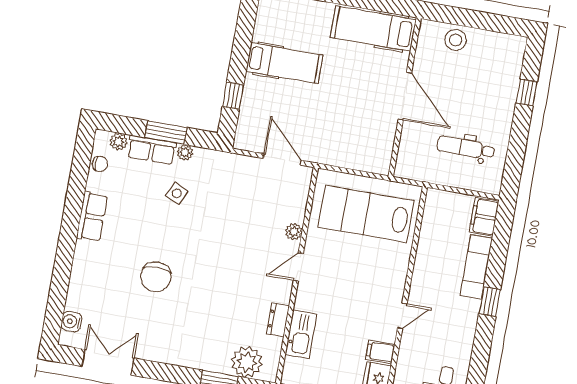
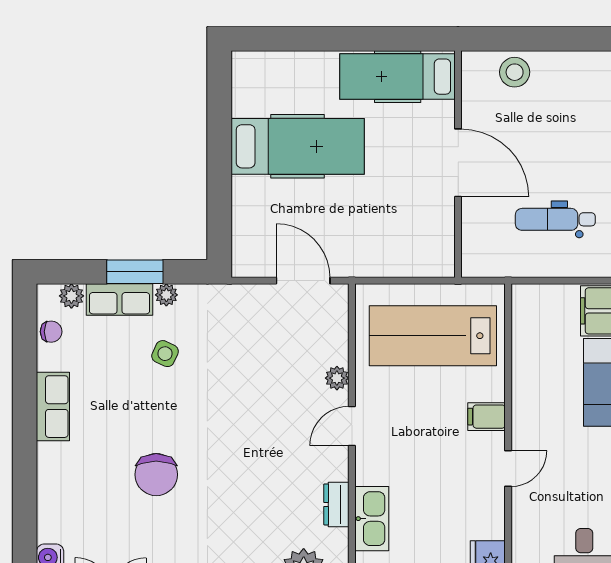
hospital bed: (284, 63) -> (298, 146), width x1.37, depth x1.29
window: (233, 96) -> (219, 204), removed
filing cabinet: (380, 352) -> (487, 417), moved

